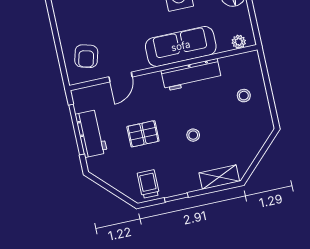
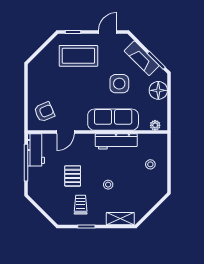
armchair: (86, 56) -> (44, 112), turned -128
workbench: (91, 133) -> (36, 150), moved
pallet: (143, 134) -> (73, 176), turned 90
trolley: (148, 184) -> (81, 205), moved

